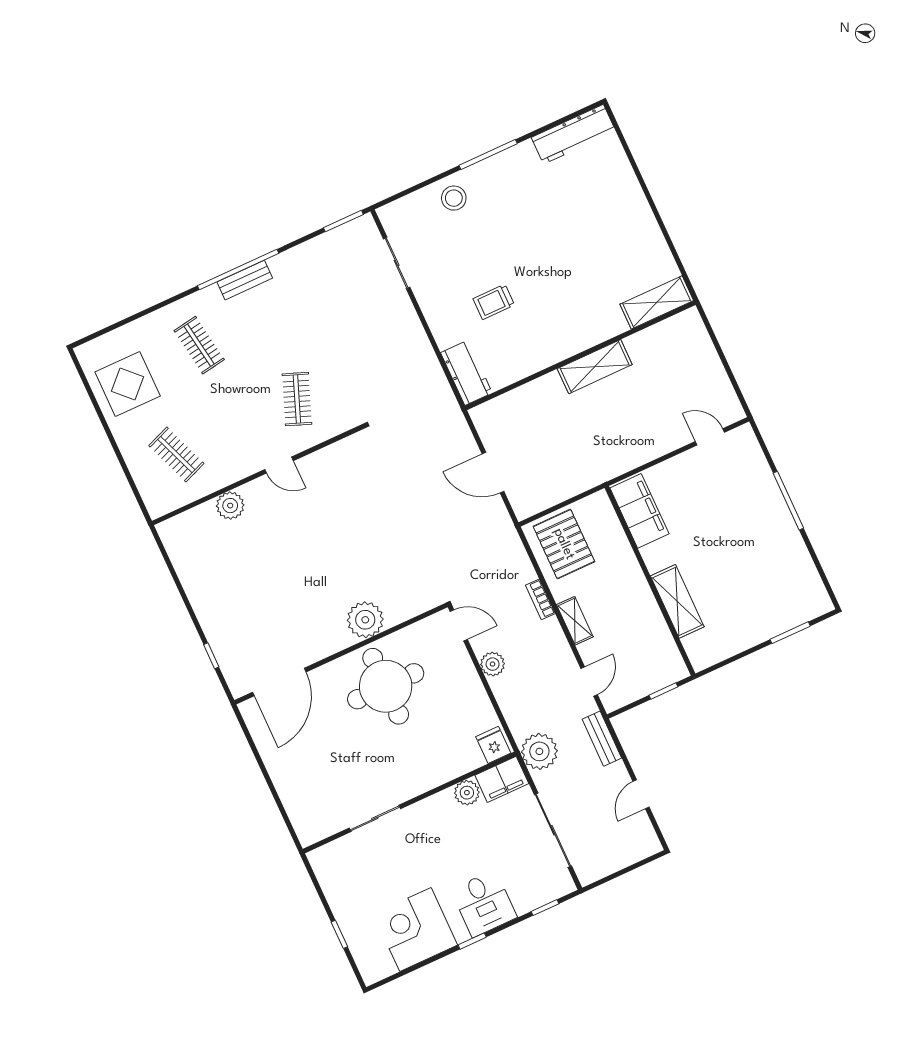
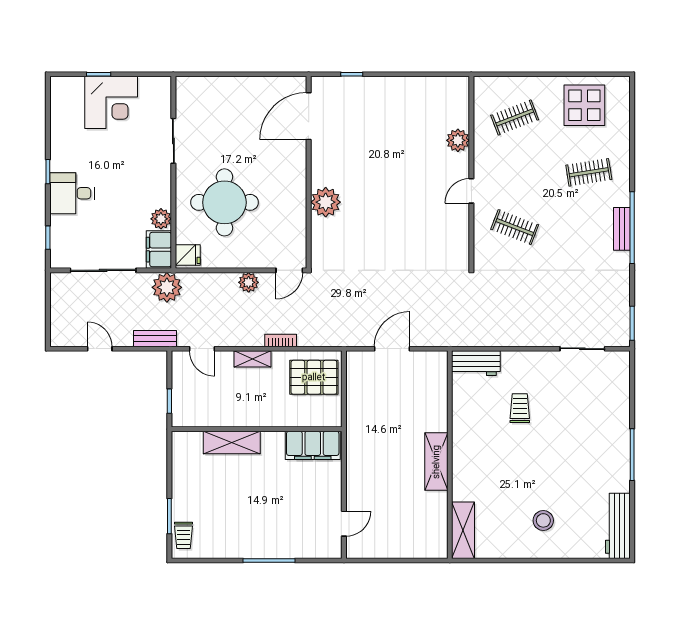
stool: (454, 198) -> (543, 520), moved
trolley: (804, 608) -> (183, 535), added
door: (279, 682) -> (309, 116), hinge flipped
round table: (386, 686) -> (224, 202), moved
corner desk: (415, 930) -> (111, 102), moved, turned 90

